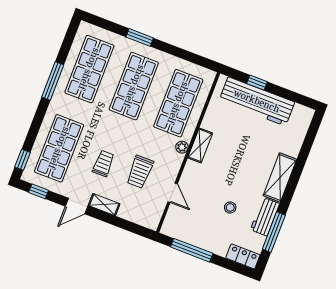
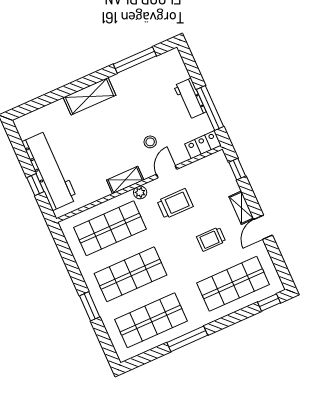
trolley: (140, 172) -> (175, 204), moved
window: (39, 191) -> (237, 169), moved
door: (173, 193) -> (167, 172), moved
door: (77, 206) -> (263, 227), swing flipped
stool: (230, 207) -> (150, 142), moved
workbench: (265, 217) -> (190, 99), moved, turned 90
locker: (243, 256) -> (203, 145), moved, turned 90

